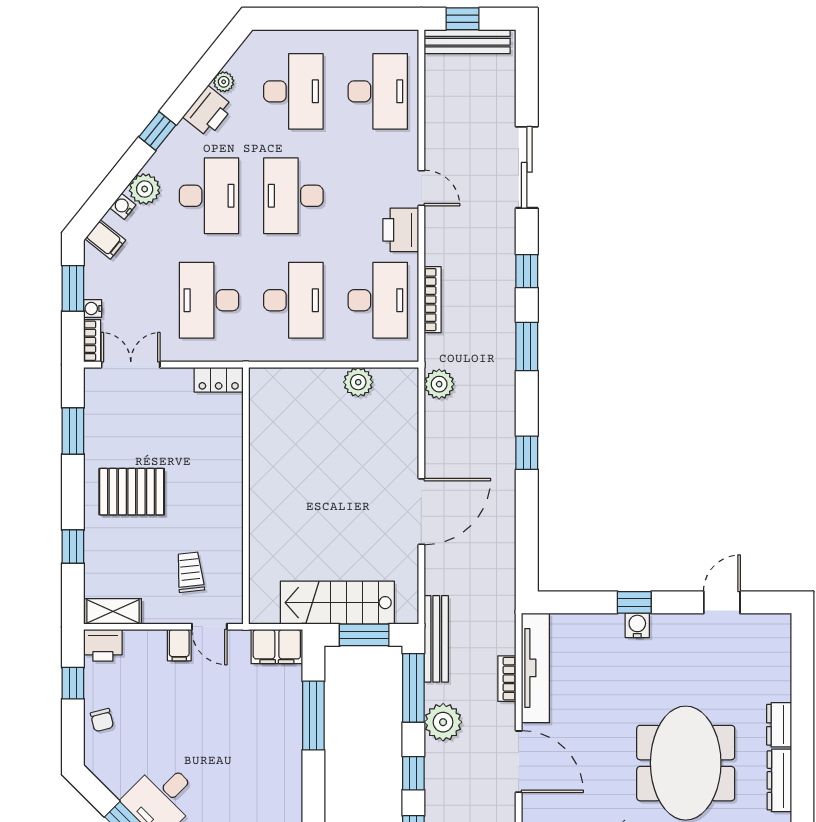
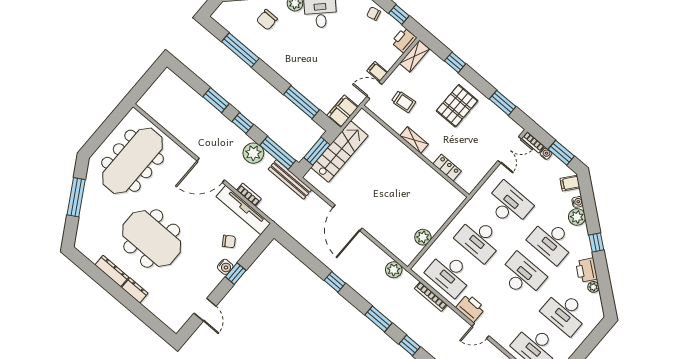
locker: (219, 380) -> (447, 168), moved, turned 90
shelving: (232, 511) -> (414, 140), added
chair: (597, 651) -> (229, 241), added

